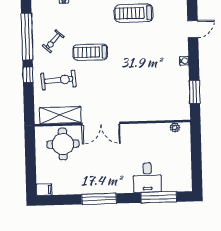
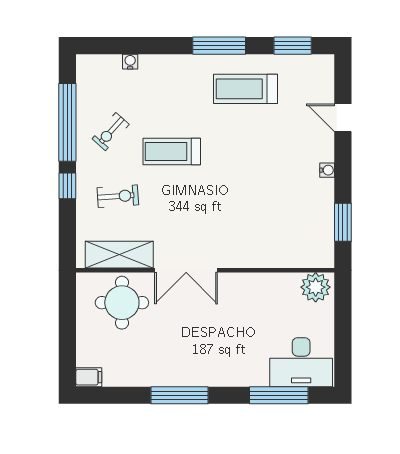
door: (193, 29) -> (343, 118), swing flipped
exercise bike: (59, 80) -> (118, 196), width x0.73, depth x0.72
plant: (175, 127) -> (316, 287), width x1.88, depth x1.88
desk: (147, 178) -> (301, 362), moved, width x1.37

